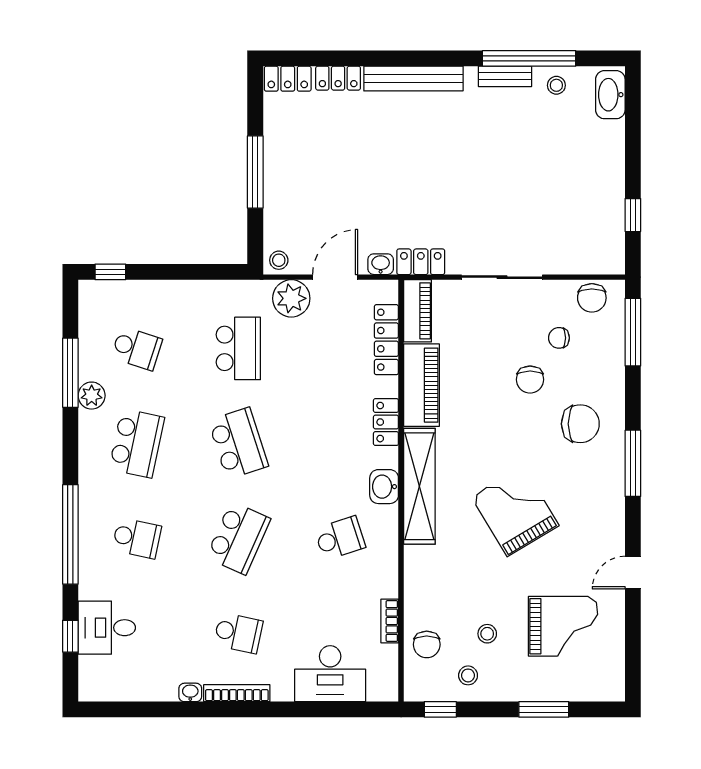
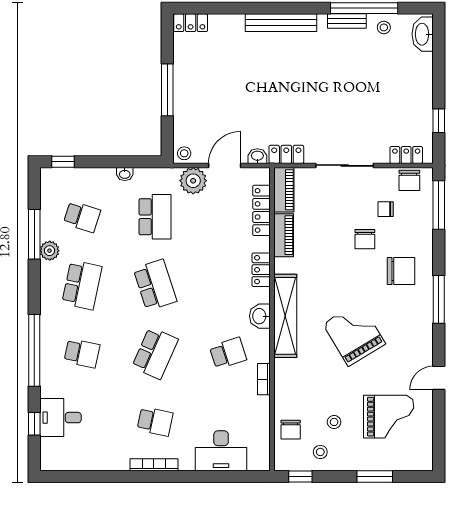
locker: (338, 78) -> (406, 155), moved, turned 180
piano: (422, 385) -> (284, 235), width x0.73, depth x0.75
bookcase: (390, 621) -> (264, 379), moved
washbasin: (190, 692) -> (125, 174), moved, turned 180

